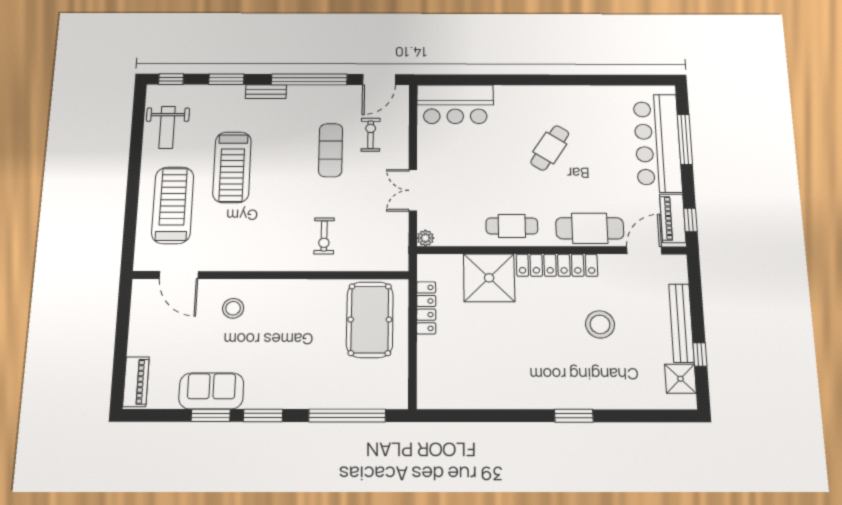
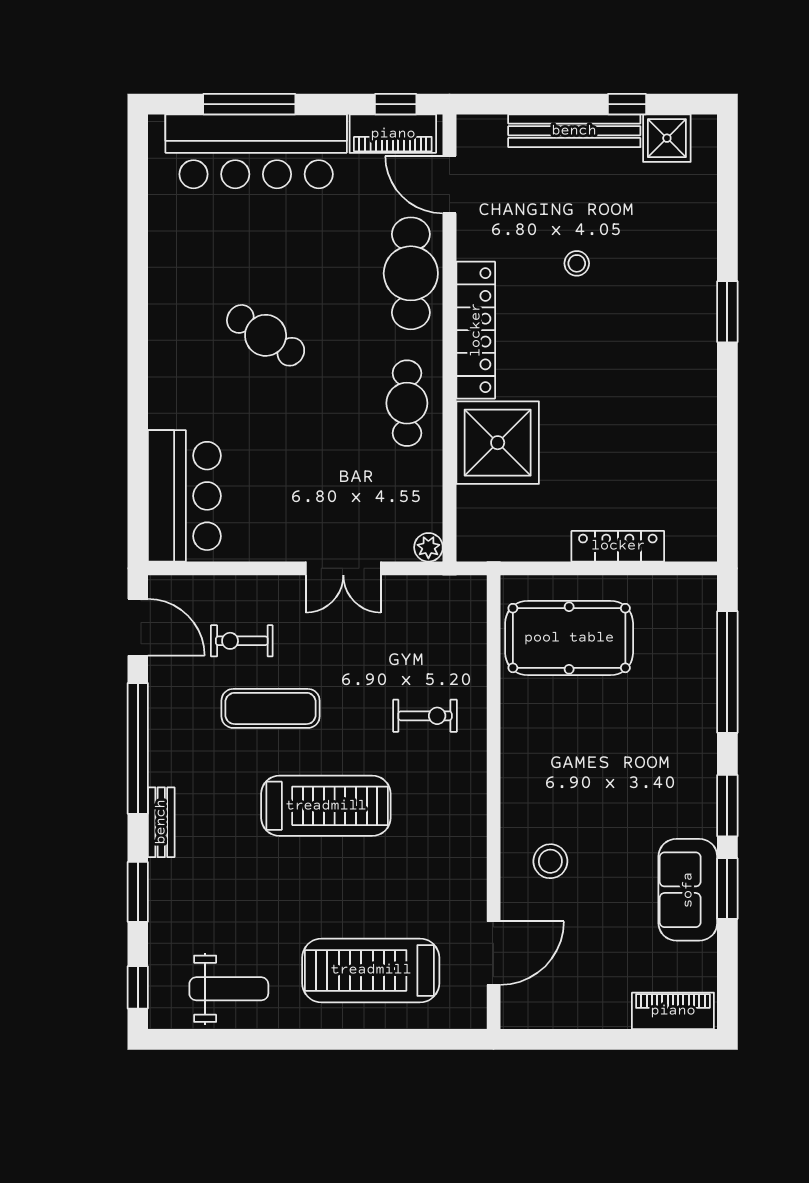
treadmill: (232, 167) -> (326, 806), moved
locker: (426, 308) -> (618, 546), moved
stool: (600, 324) -> (577, 263), width x0.53, depth x0.53

